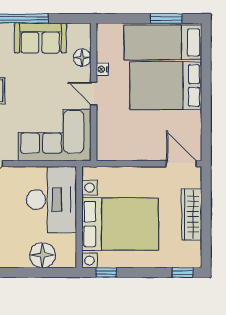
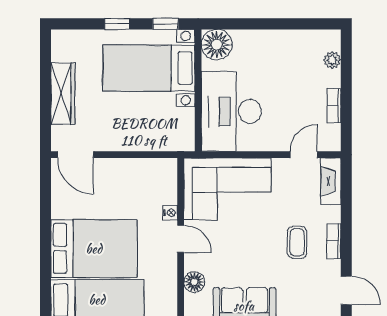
nightstand: (102, 69) -> (170, 213), moved
bed with nightstands: (120, 224) -> (149, 68), width x0.73
floor lamp: (43, 255) -> (217, 45), moved
window: (183, 273) -> (117, 24), moved

